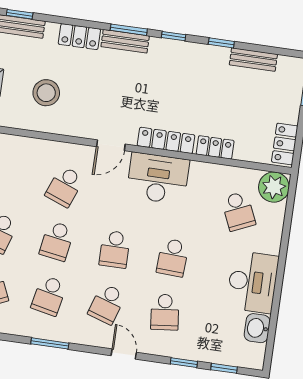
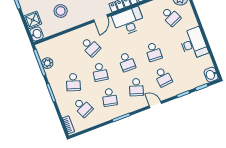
school desk: (65, 186) -> (91, 47), turned -45
washbasin: (257, 328) -> (211, 75), moved

